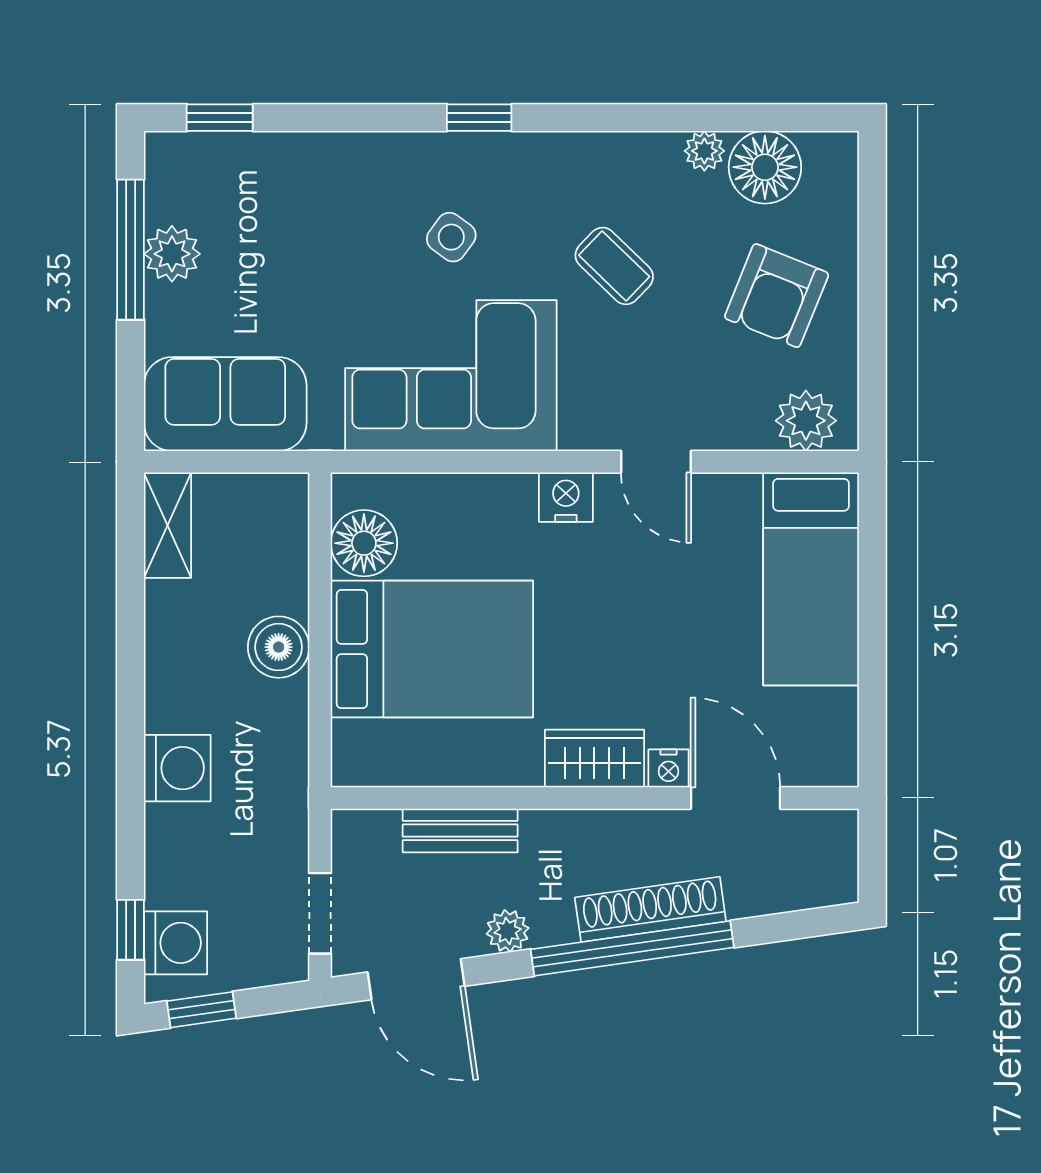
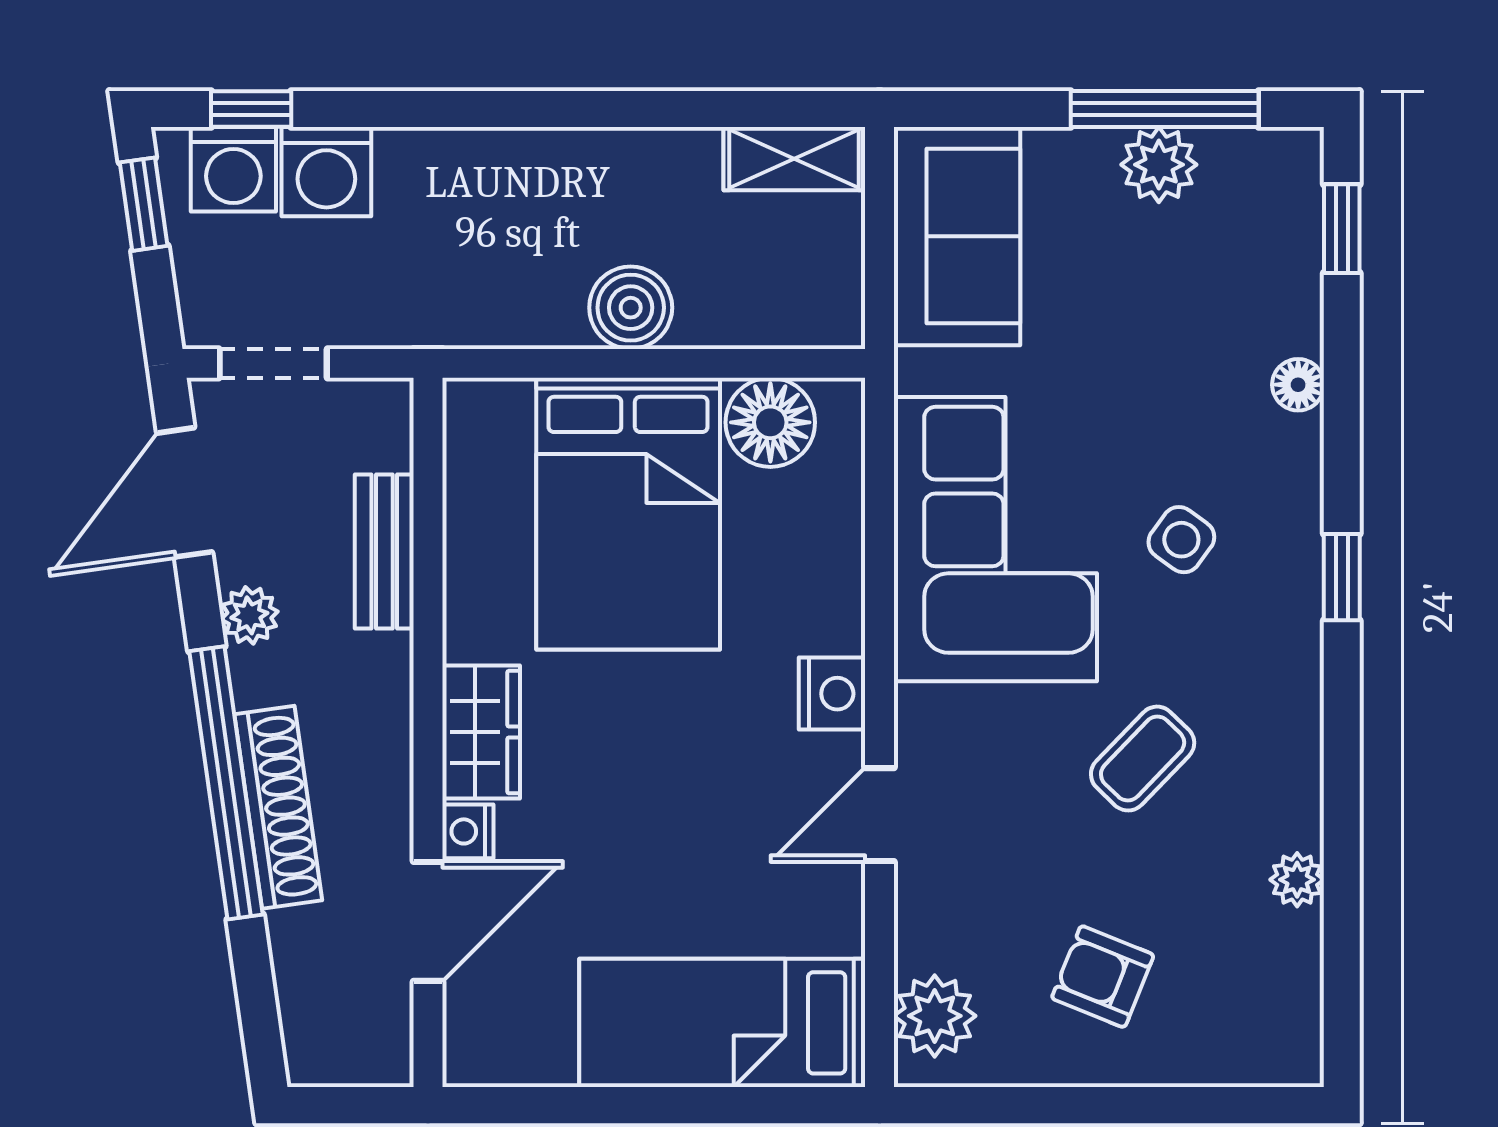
floor lamp: (765, 167) -> (1298, 385), moved, width x0.53, depth x0.53
armchair: (777, 296) -> (1103, 977), width x0.72, depth x0.72
washing machine: (177, 768) -> (326, 172), moved

